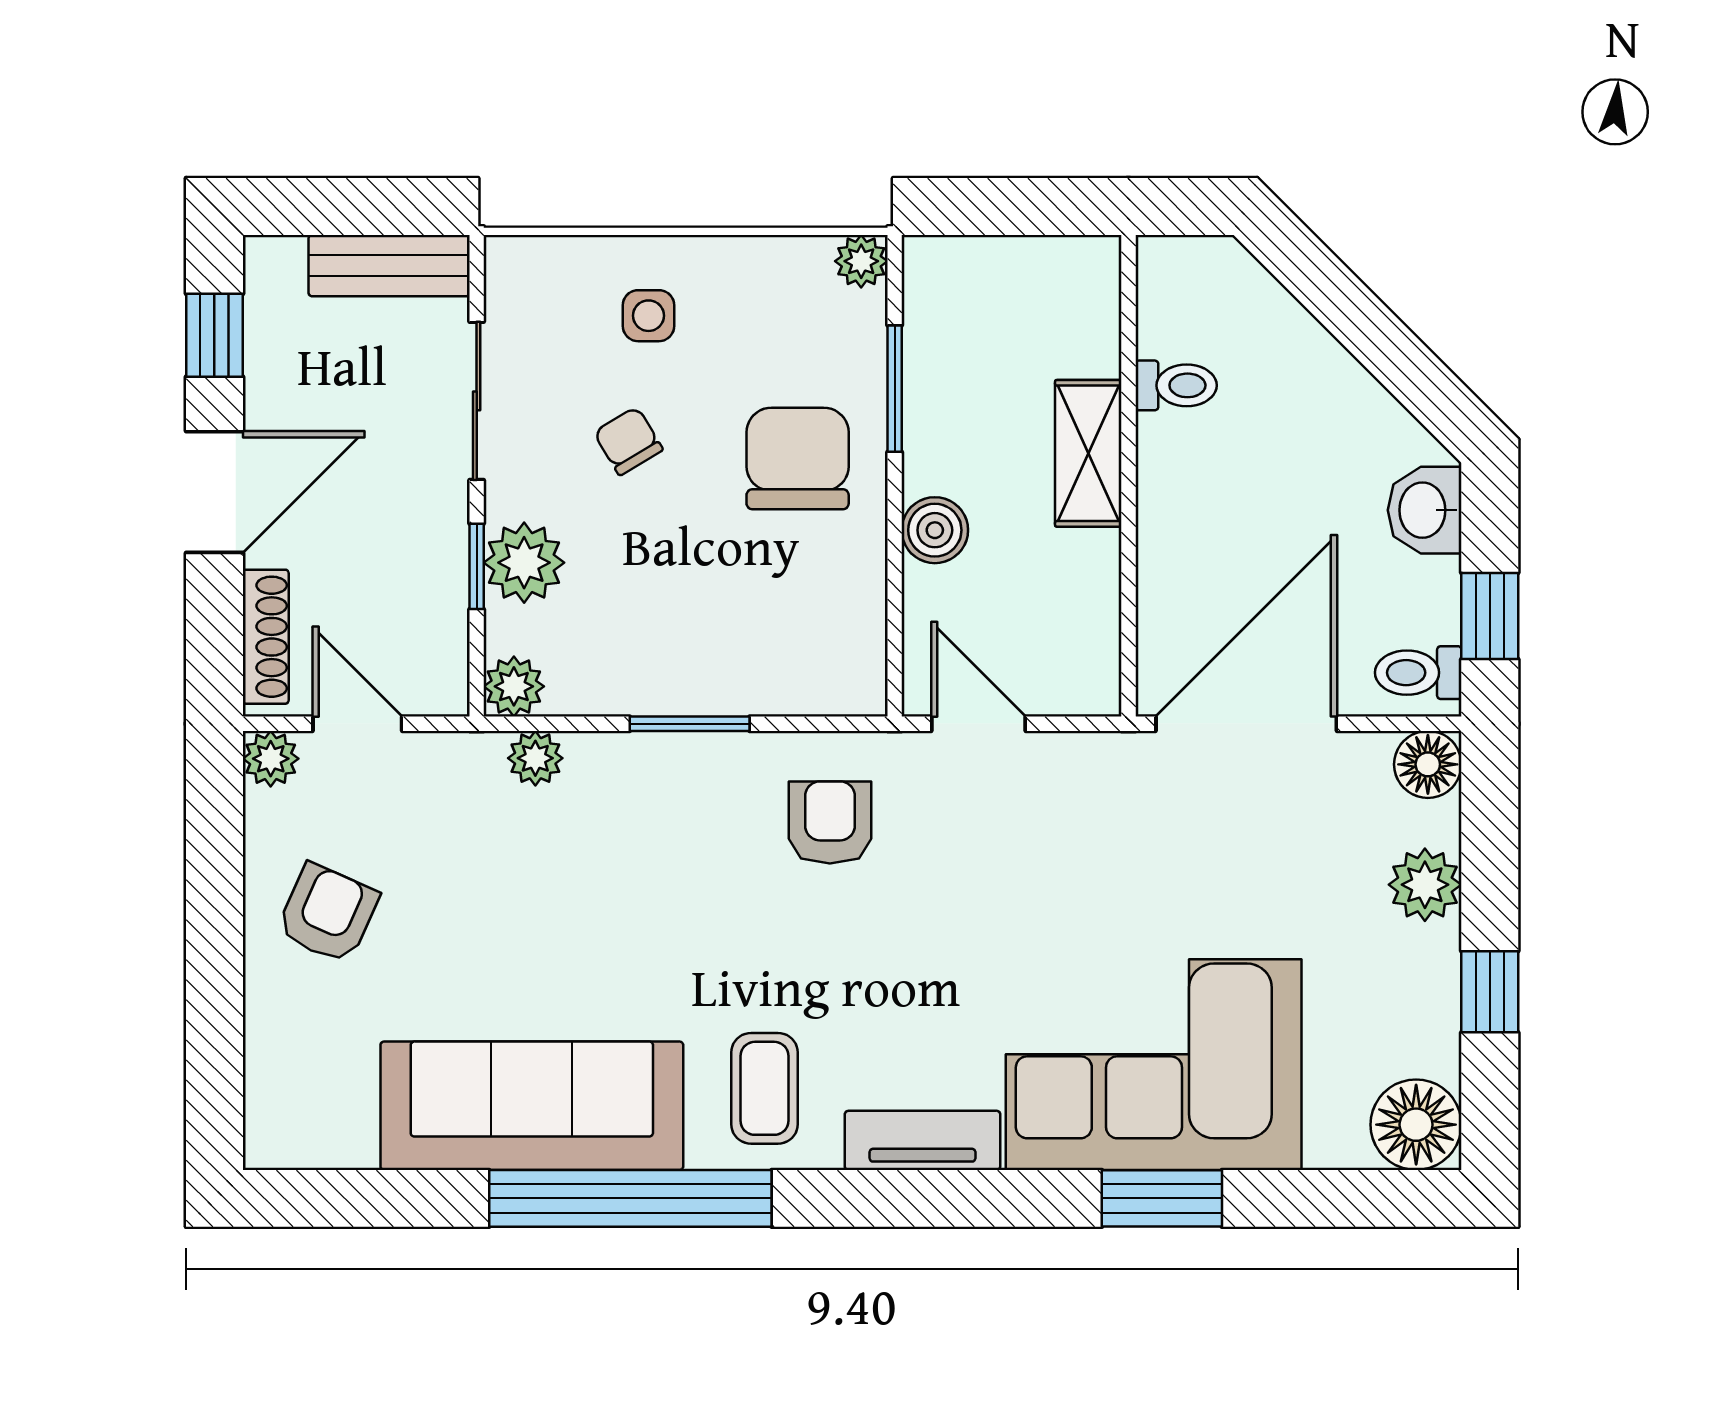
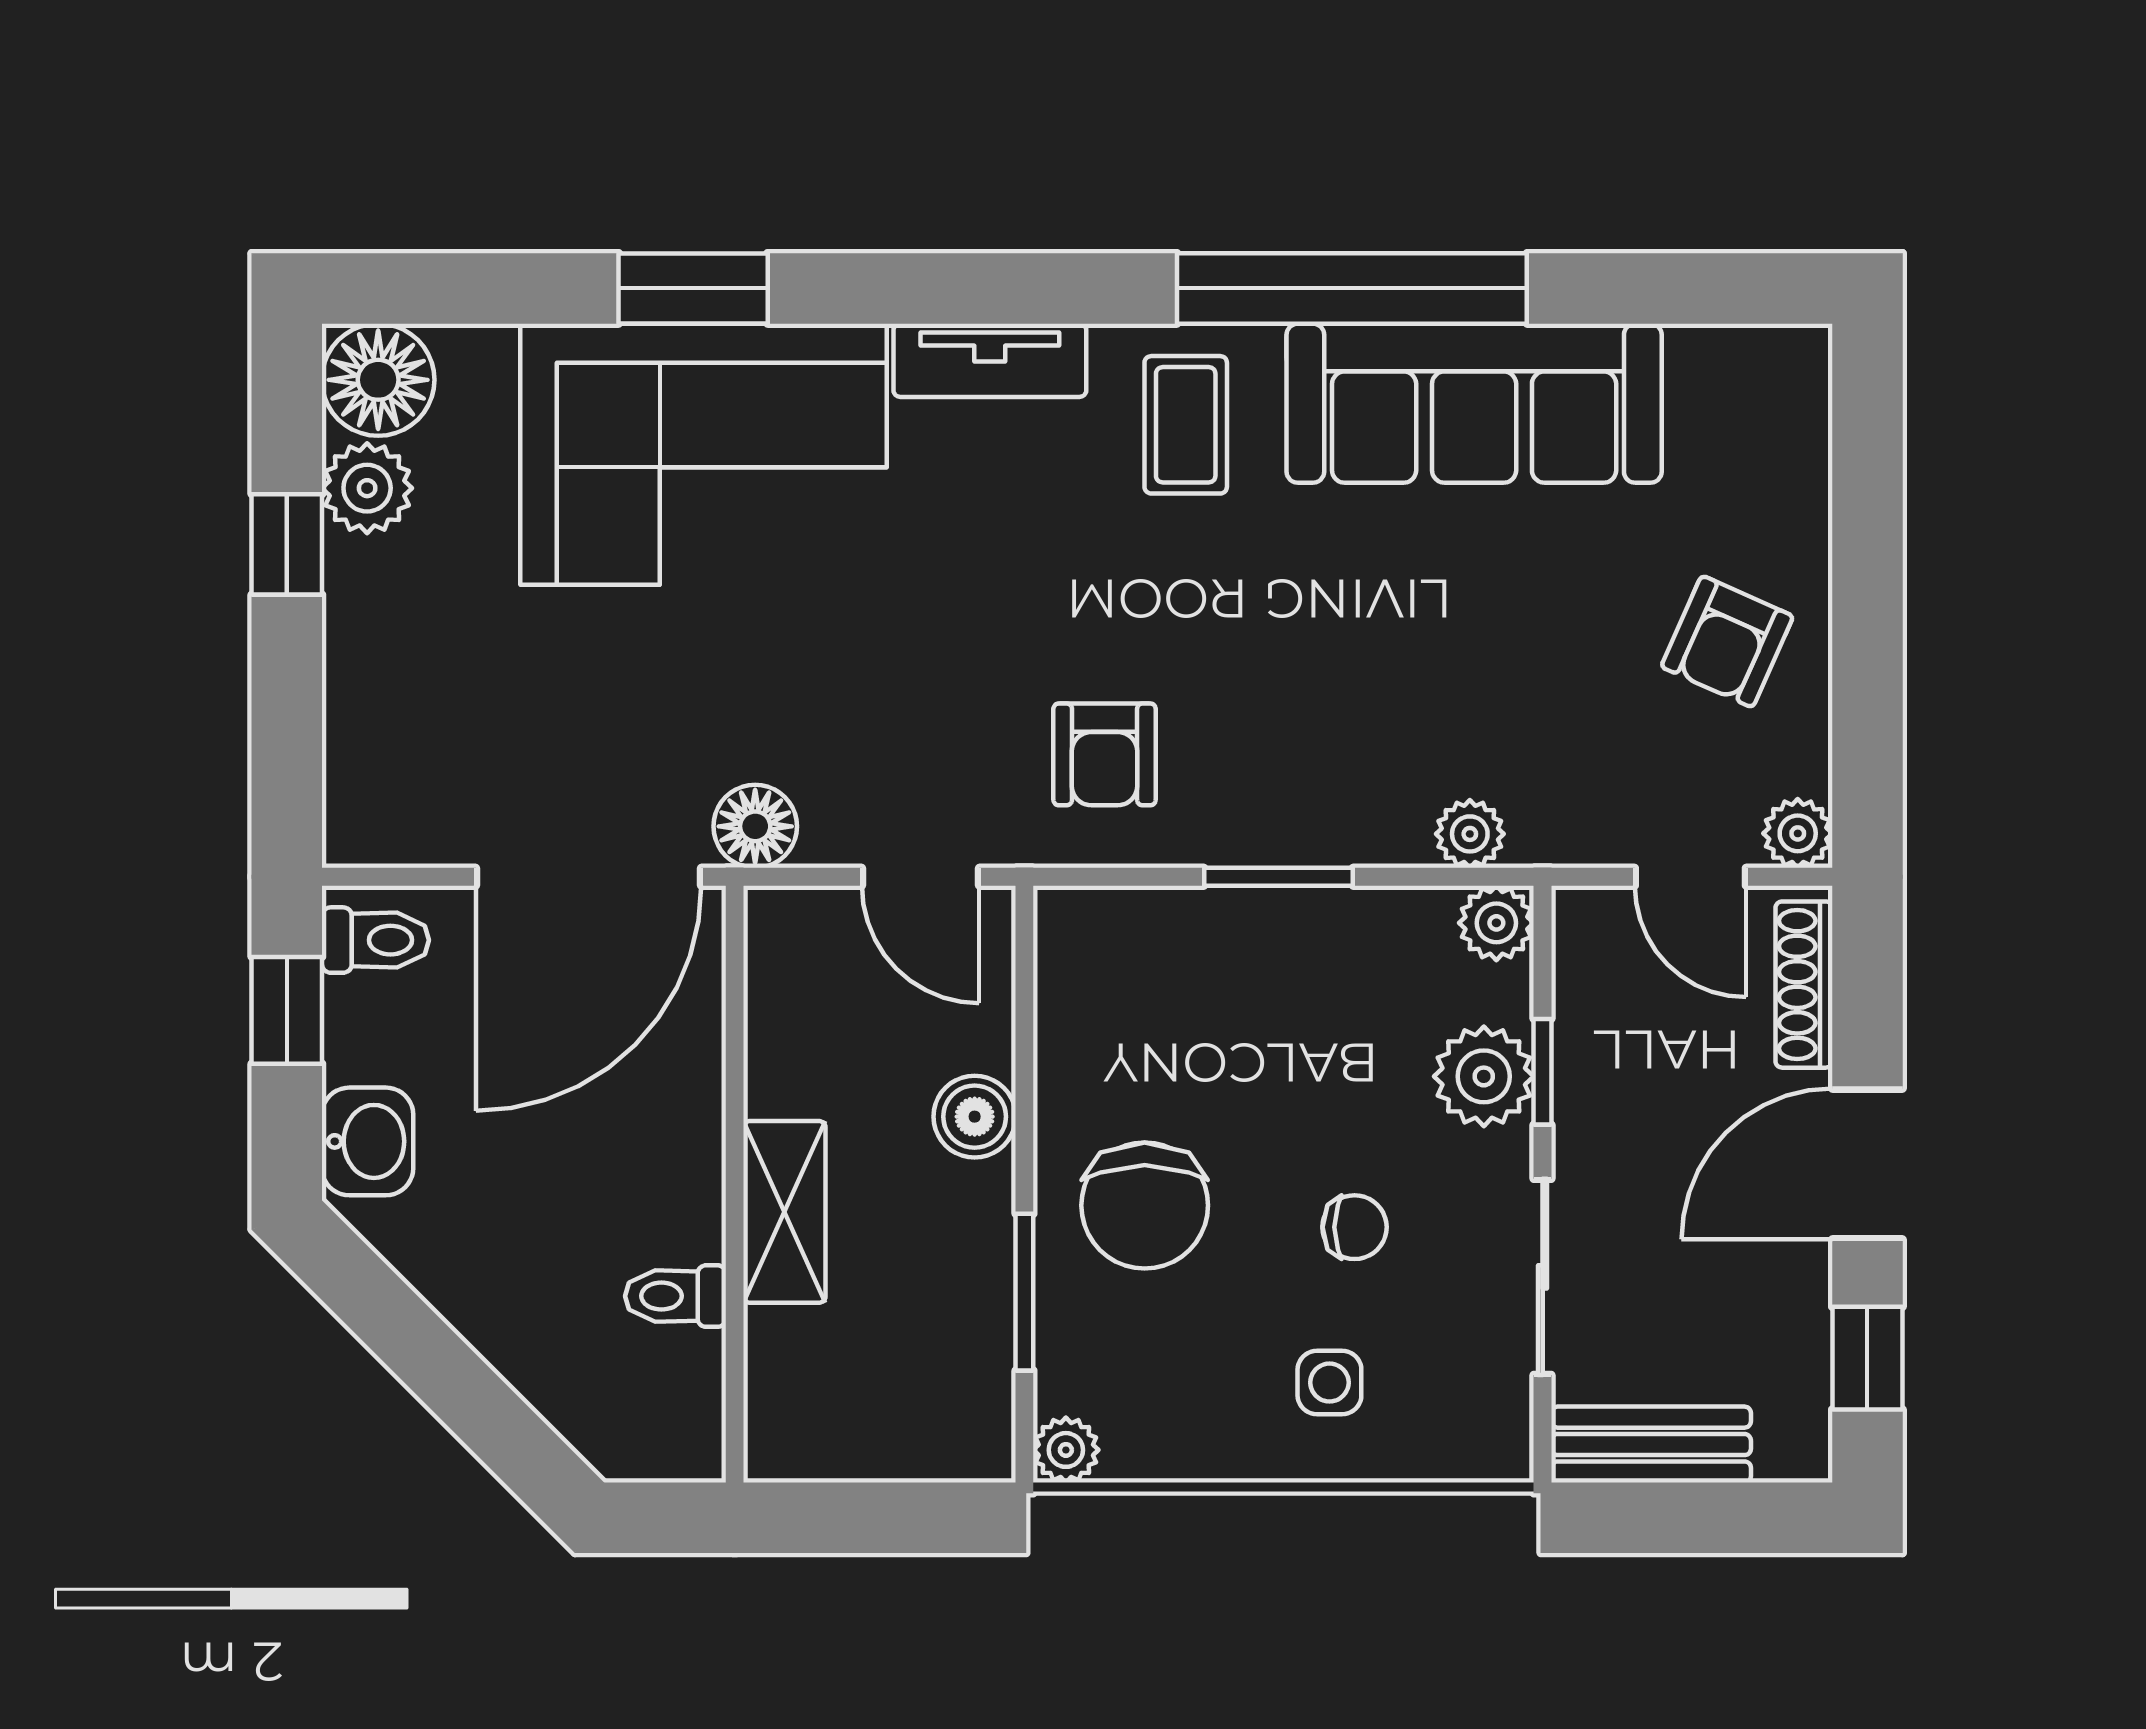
chair: (628, 441) -> (1355, 1227), turned -59
floor lamp: (1428, 764) -> (755, 826), moved
plant: (1425, 885) -> (367, 488), moved

